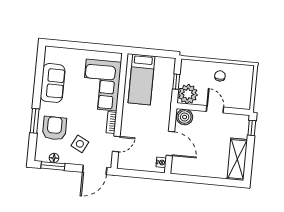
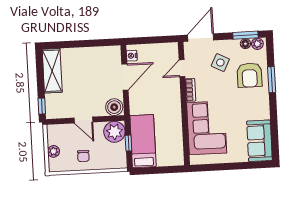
bed: (141, 80) -> (143, 141), moved
sofa: (53, 83) -> (259, 141), moved
plant: (247, 84) -> (53, 151), added
door: (170, 144) -> (125, 77), swing flipped
plant: (43, 156) -> (257, 44), added

